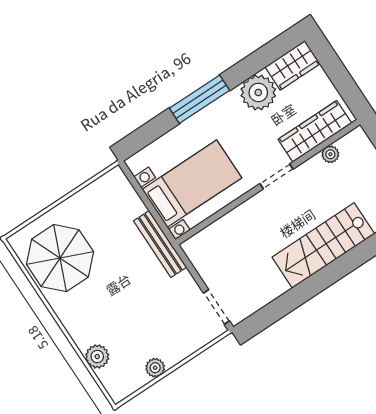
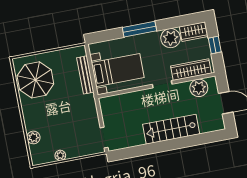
window: (337, 73) -> (215, 45), added
plant: (330, 154) -> (199, 88), width x1.88, depth x1.88
bench: (160, 244) -> (85, 75), moved

